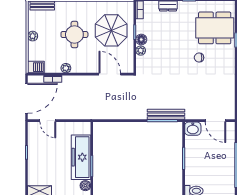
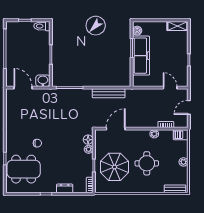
floor lamp: (141, 39) -> (88, 140), moved
door: (110, 74) -> (116, 129), swing flipped
door: (27, 98) -> (189, 107), width x0.53
bench: (166, 114) -> (109, 93), moved

